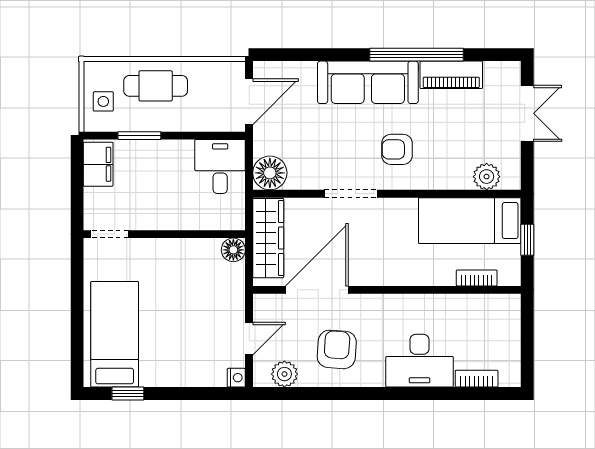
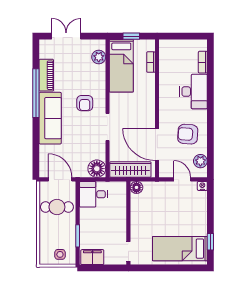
cafe table: (156, 86) -> (57, 207), moved, turned 90

